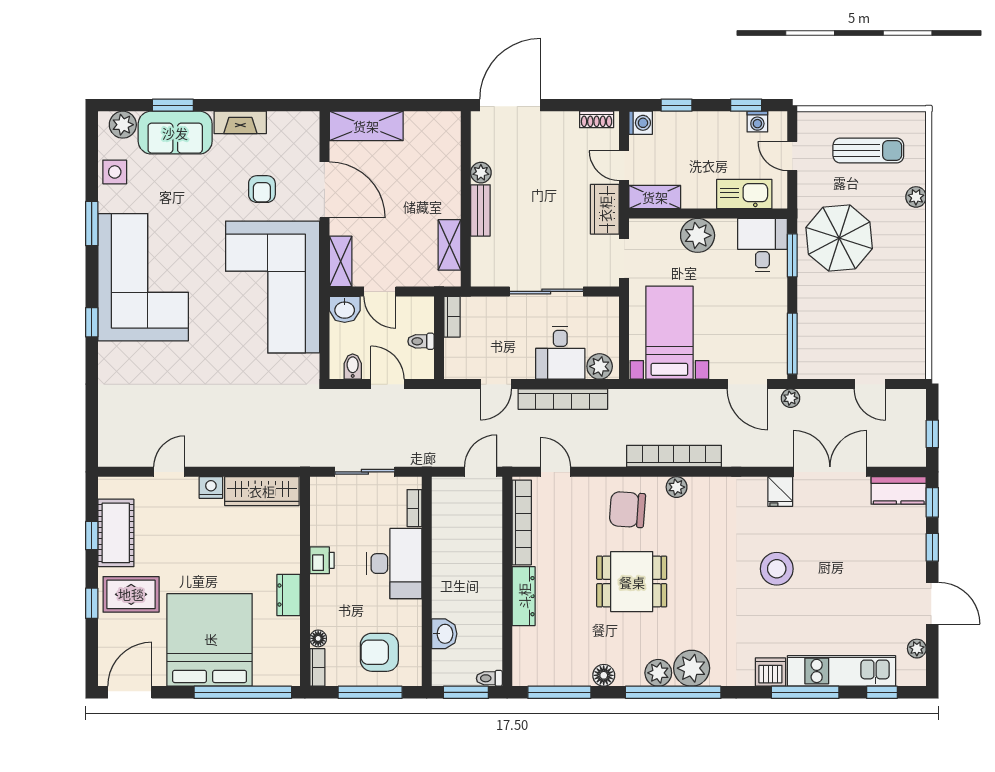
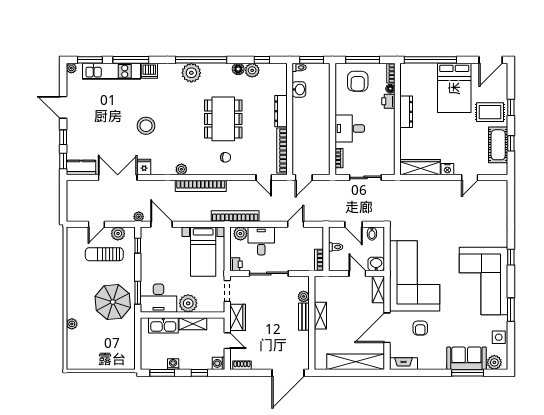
window: (173, 105) -> (468, 373), width x1.44
window: (746, 105) -> (162, 373), width x1.50
fireplace: (240, 122) -> (404, 364), moved
washing machine: (757, 122) -> (173, 364), moved
shelving: (366, 126) -> (356, 362), width x1.47
sun lounger: (868, 150) -> (104, 254), moved
door: (792, 156) -> (138, 346), removed
plant: (481, 173) -> (304, 296), moved
armchair: (262, 189) -> (420, 328), turned 180
door: (324, 190) -> (387, 328), hinge flipped
shelving: (655, 197) -> (193, 324), moved
shelving: (449, 245) -> (320, 316), moved
desk: (762, 245) -> (159, 298), width x1.37
printer: (608, 309) -> (236, 264), added
window: (792, 344) -> (138, 246), width x0.46
plant: (829, 366) -> (118, 234), added
door: (870, 384) -> (96, 224), swing flipped
bookcase: (563, 399) -> (235, 216), moved
window: (932, 434) -> (63, 198), removed
double door: (830, 472) -> (118, 177), swing flipped
plant: (677, 487) -> (181, 169), moved
chair: (627, 510) -> (226, 157), width x0.54, depth x0.54
printer: (322, 560) -> (388, 101), moved
desk: (394, 564) -> (350, 129), width x0.73
dining table: (632, 582) -> (223, 119), width x1.38
dresser: (288, 595) -> (406, 112), width x1.44
washbasin: (444, 634) -> (299, 89), moved, turned 180
bed: (210, 640) -> (454, 88), width x0.73
plant: (917, 649) -> (71, 68), moved
armchair: (379, 652) -> (358, 81), turned 91
plant: (658, 673) -> (252, 70), moved
window: (559, 692) -> (262, 60), width x0.46
window: (882, 692) -> (90, 60), width x1.50

